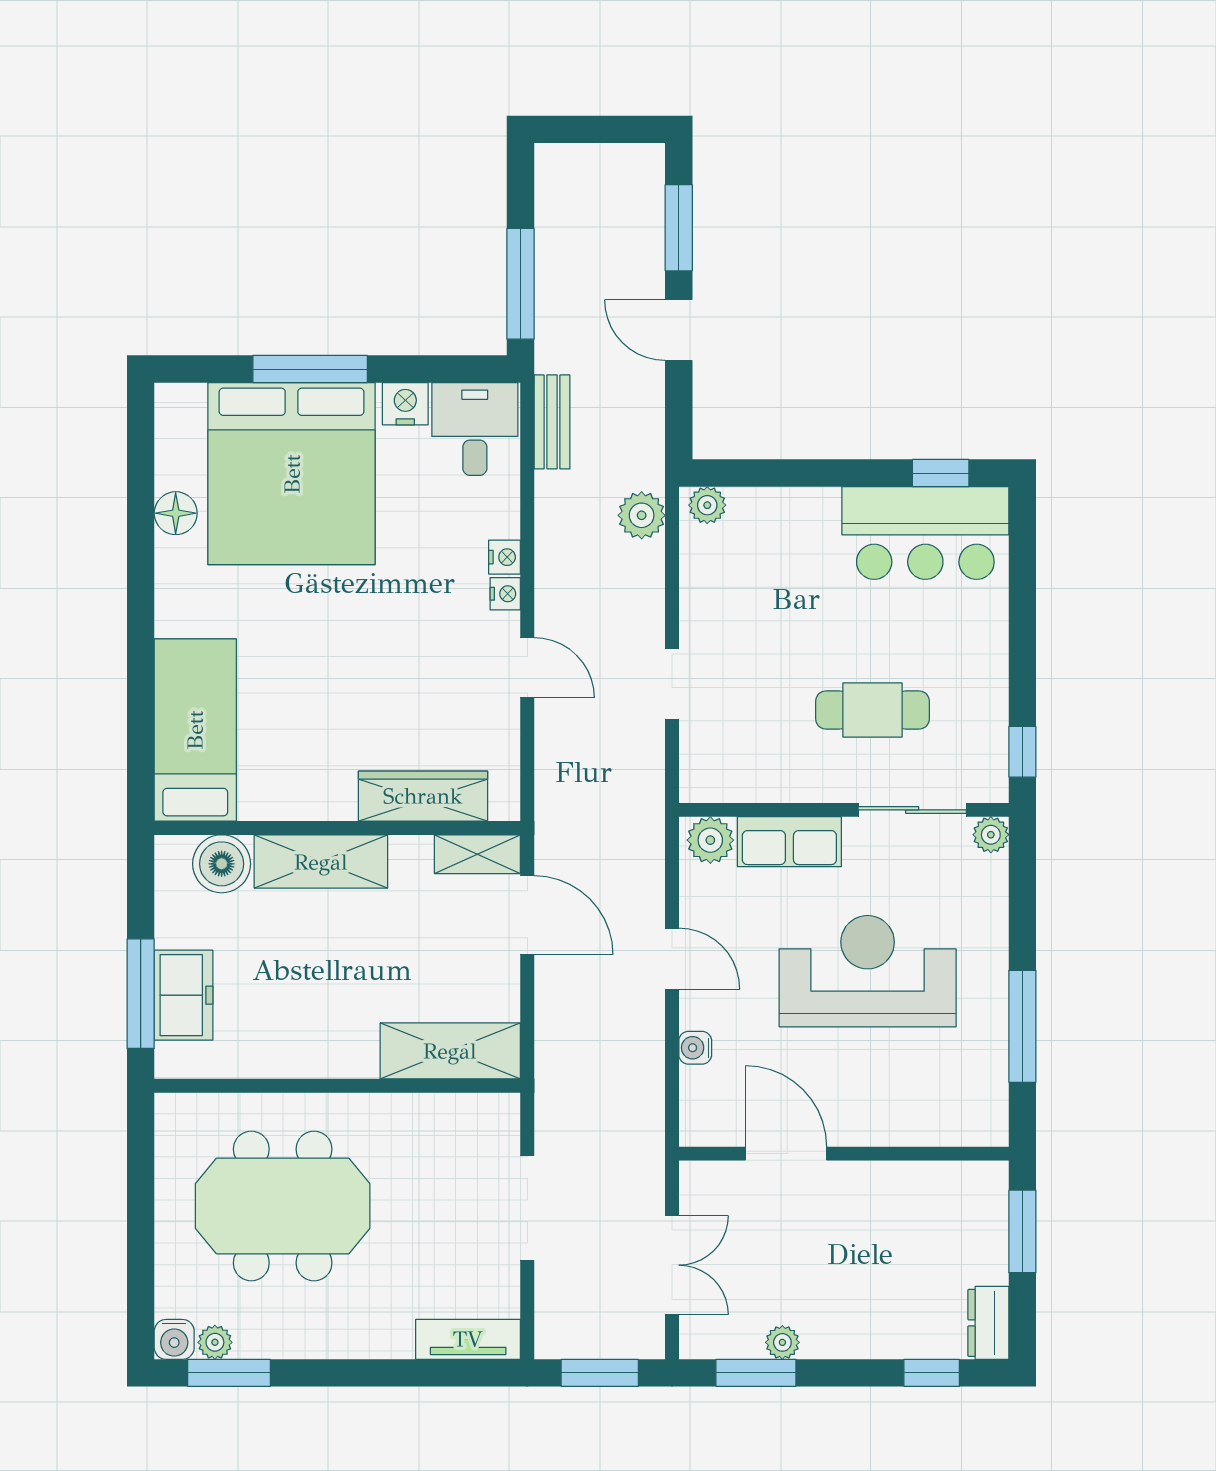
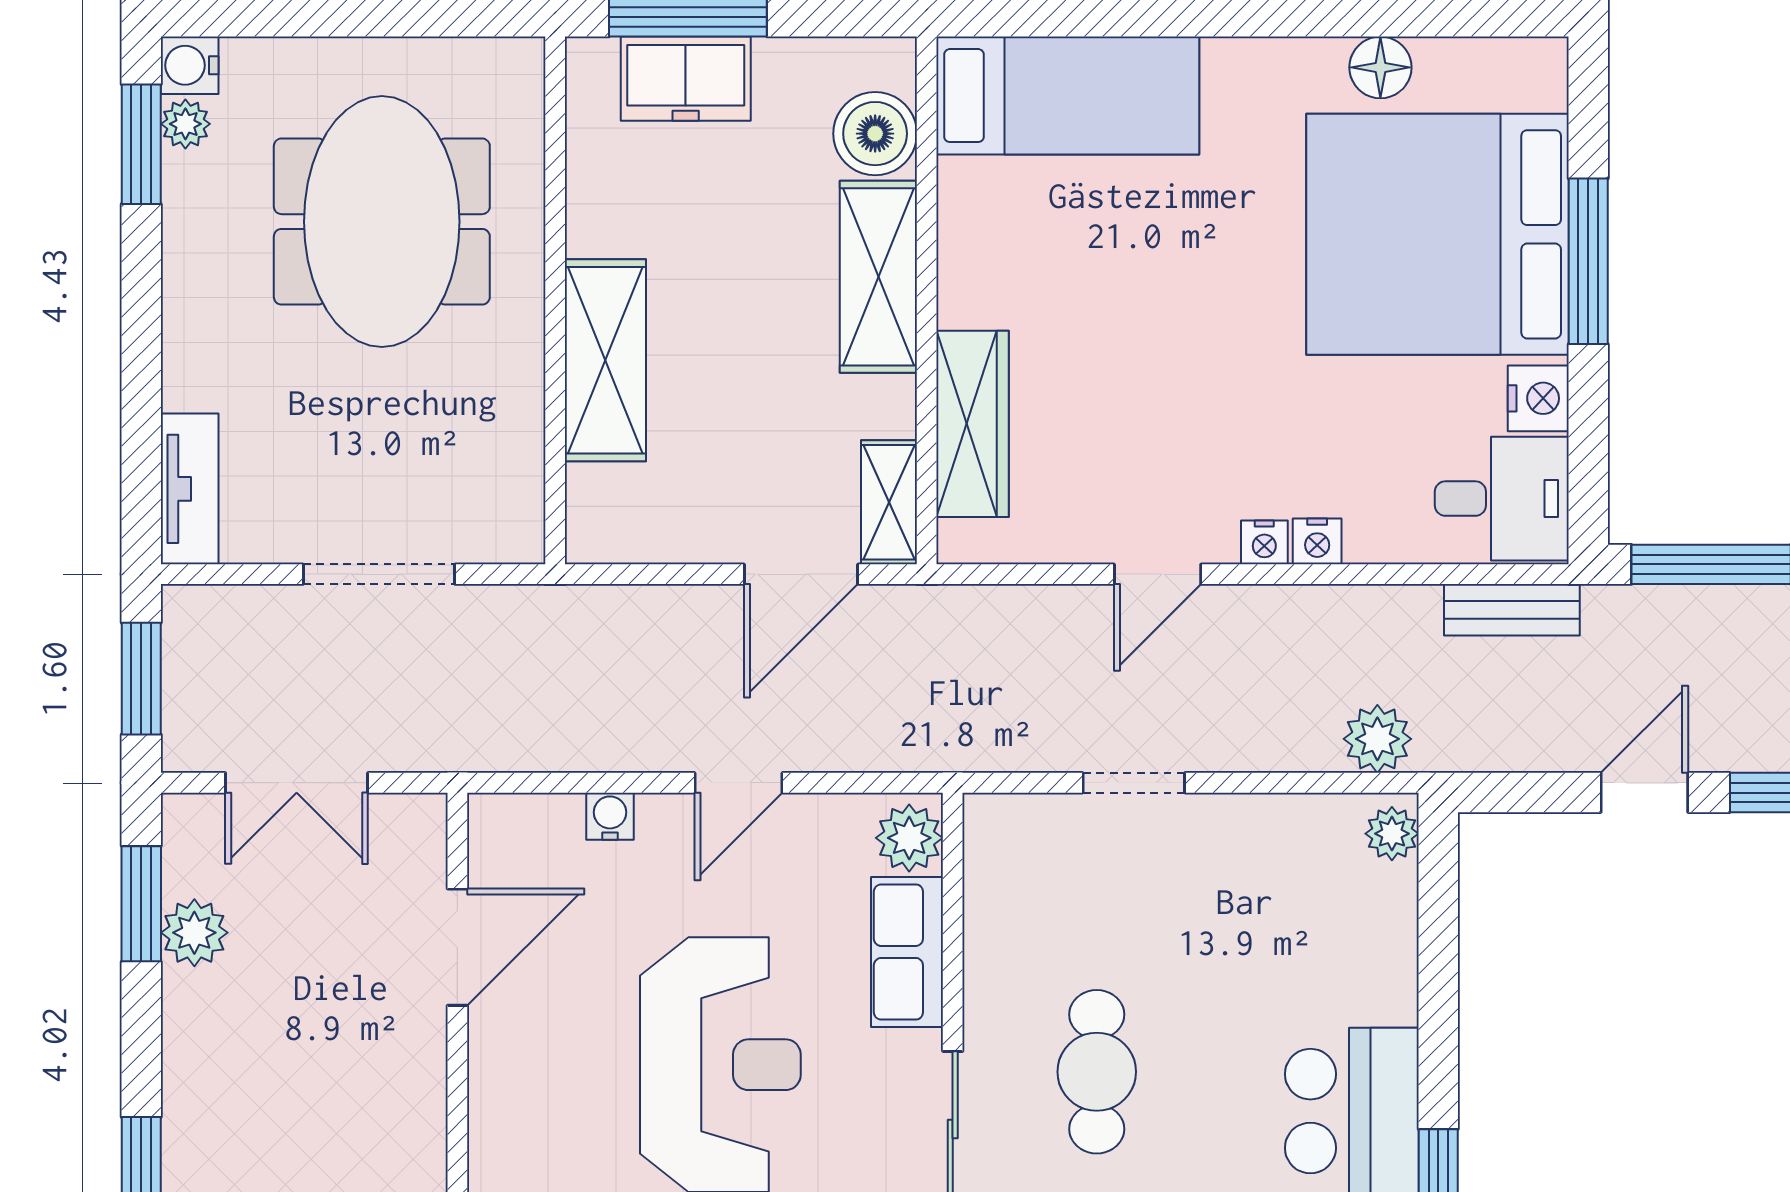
shelving: (450, 1051) -> (605, 360), moved
plant: (782, 1342) -> (194, 933), width x1.38, depth x1.38

